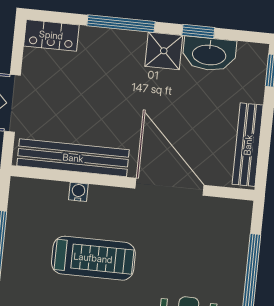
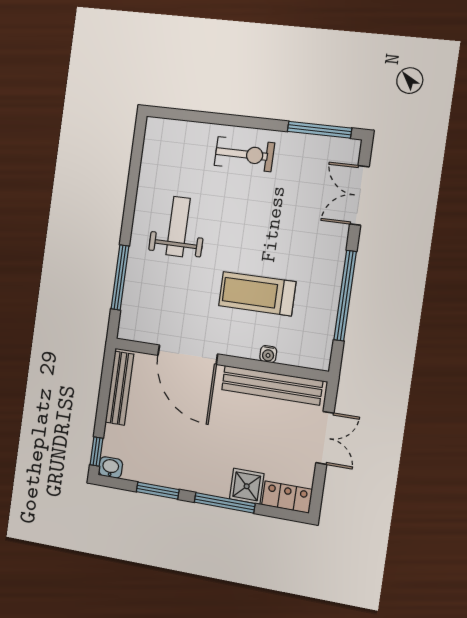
window: (198, 31) -> (158, 491), width x1.50
shower: (164, 51) -> (247, 486), moved
washbasin: (209, 54) -> (111, 467), moved, width x0.52, depth x0.69

